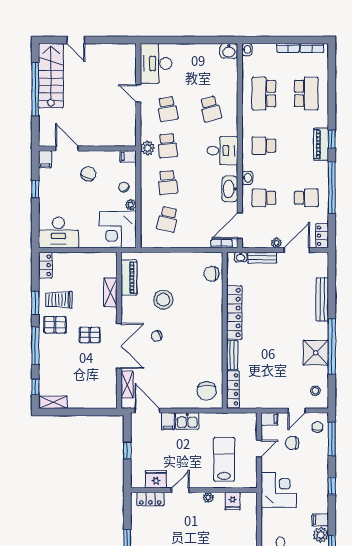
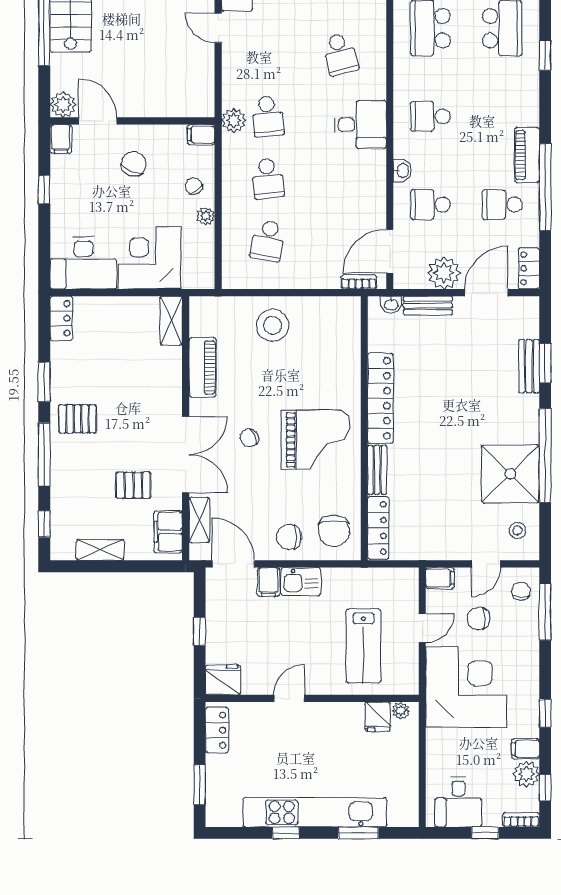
school desk: (168, 109) -> (268, 54), removed
plant: (46, 139) -> (63, 105), added
window: (332, 139) -> (545, 55), moved
piano: (321, 144) -> (527, 155), moved
washbasin: (230, 189) -> (373, 189), removed
school desk: (306, 198) -> (502, 205), turned 180
corner desk: (118, 230) -> (150, 258), moved, turned 90
plant: (276, 243) -> (444, 273), width x1.88, depth x1.88
chair: (211, 274) -> (289, 537), moved
piano: (129, 278) -> (203, 367), moved
shelving: (110, 292) -> (171, 321), moved
window: (332, 292) -> (545, 363), added
bench: (322, 299) -> (529, 366), width x0.73
trolley: (59, 300) -> (84, 377), removed
stool: (163, 300) -> (273, 325), moved
pallet: (90, 335) -> (133, 485), moved
grand piano: (196, 337) -> (316, 440), added
shower: (316, 353) -> (510, 474), width x1.37, depth x1.37
filing cabinet: (109, 392) -> (168, 532), added
shelving: (53, 402) -> (100, 550), moved
lab bench: (224, 459) -> (363, 646), turned 180
fridge: (156, 479) -> (223, 680), moved
window: (332, 486) -> (545, 713), moved
corner desk: (279, 490) -> (466, 687), width x1.36, depth x1.36
plant: (208, 497) -> (401, 711), moved
locker: (150, 499) -> (217, 730), moved, turned -90

